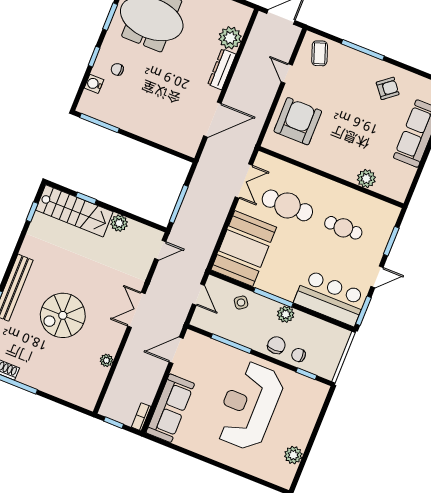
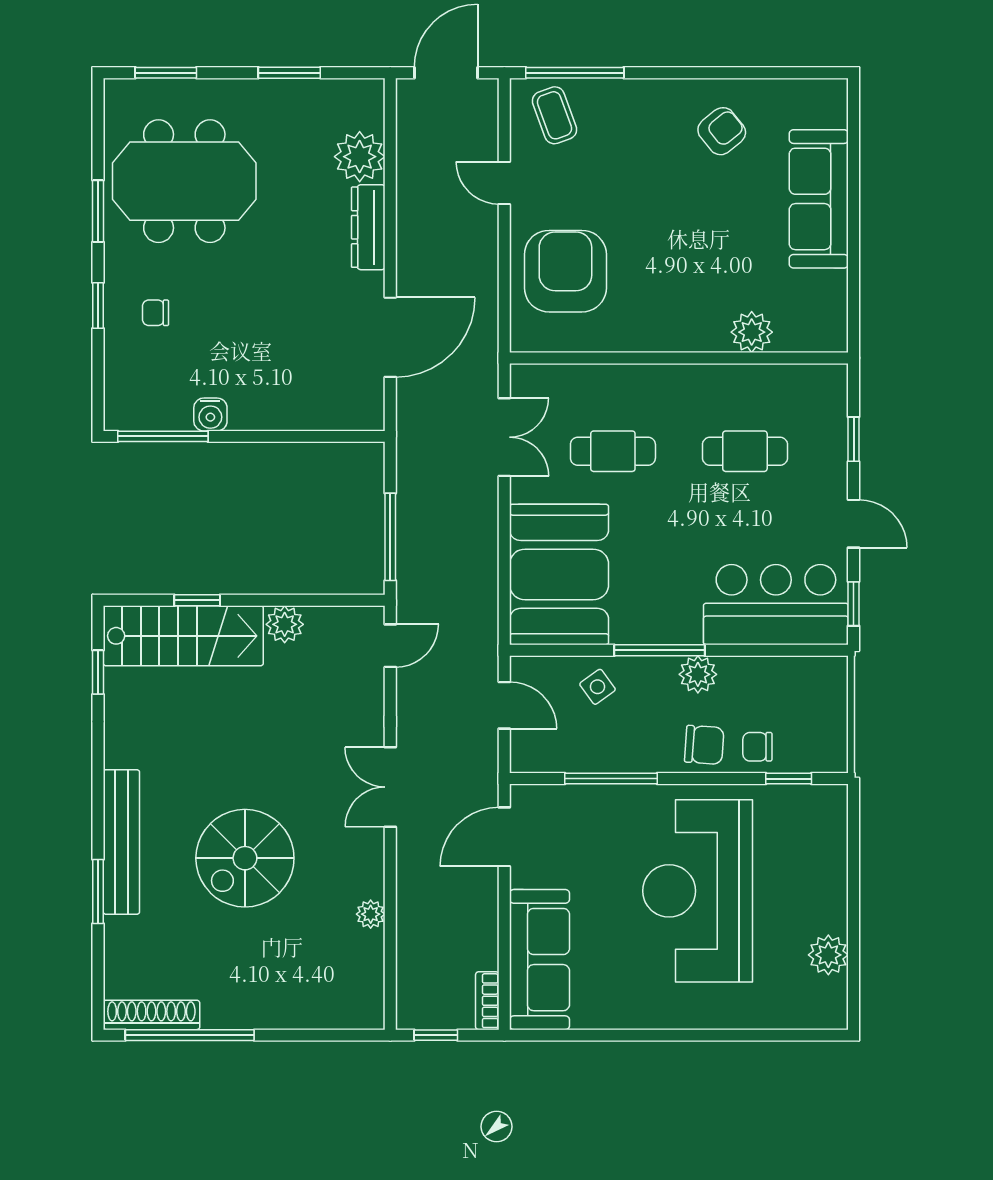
window: (363, 50) -> (575, 73), moved
water cooler: (94, 84) -> (210, 414), moved, turned -90
cafe table: (287, 205) -> (613, 451), width x0.73, depth x0.74
window: (391, 241) -> (854, 439), width x0.67
door: (377, 277) -> (854, 524), hinge flipped
window: (363, 311) -> (854, 604), width x0.67
chair: (276, 345) -> (704, 745), turned 94

